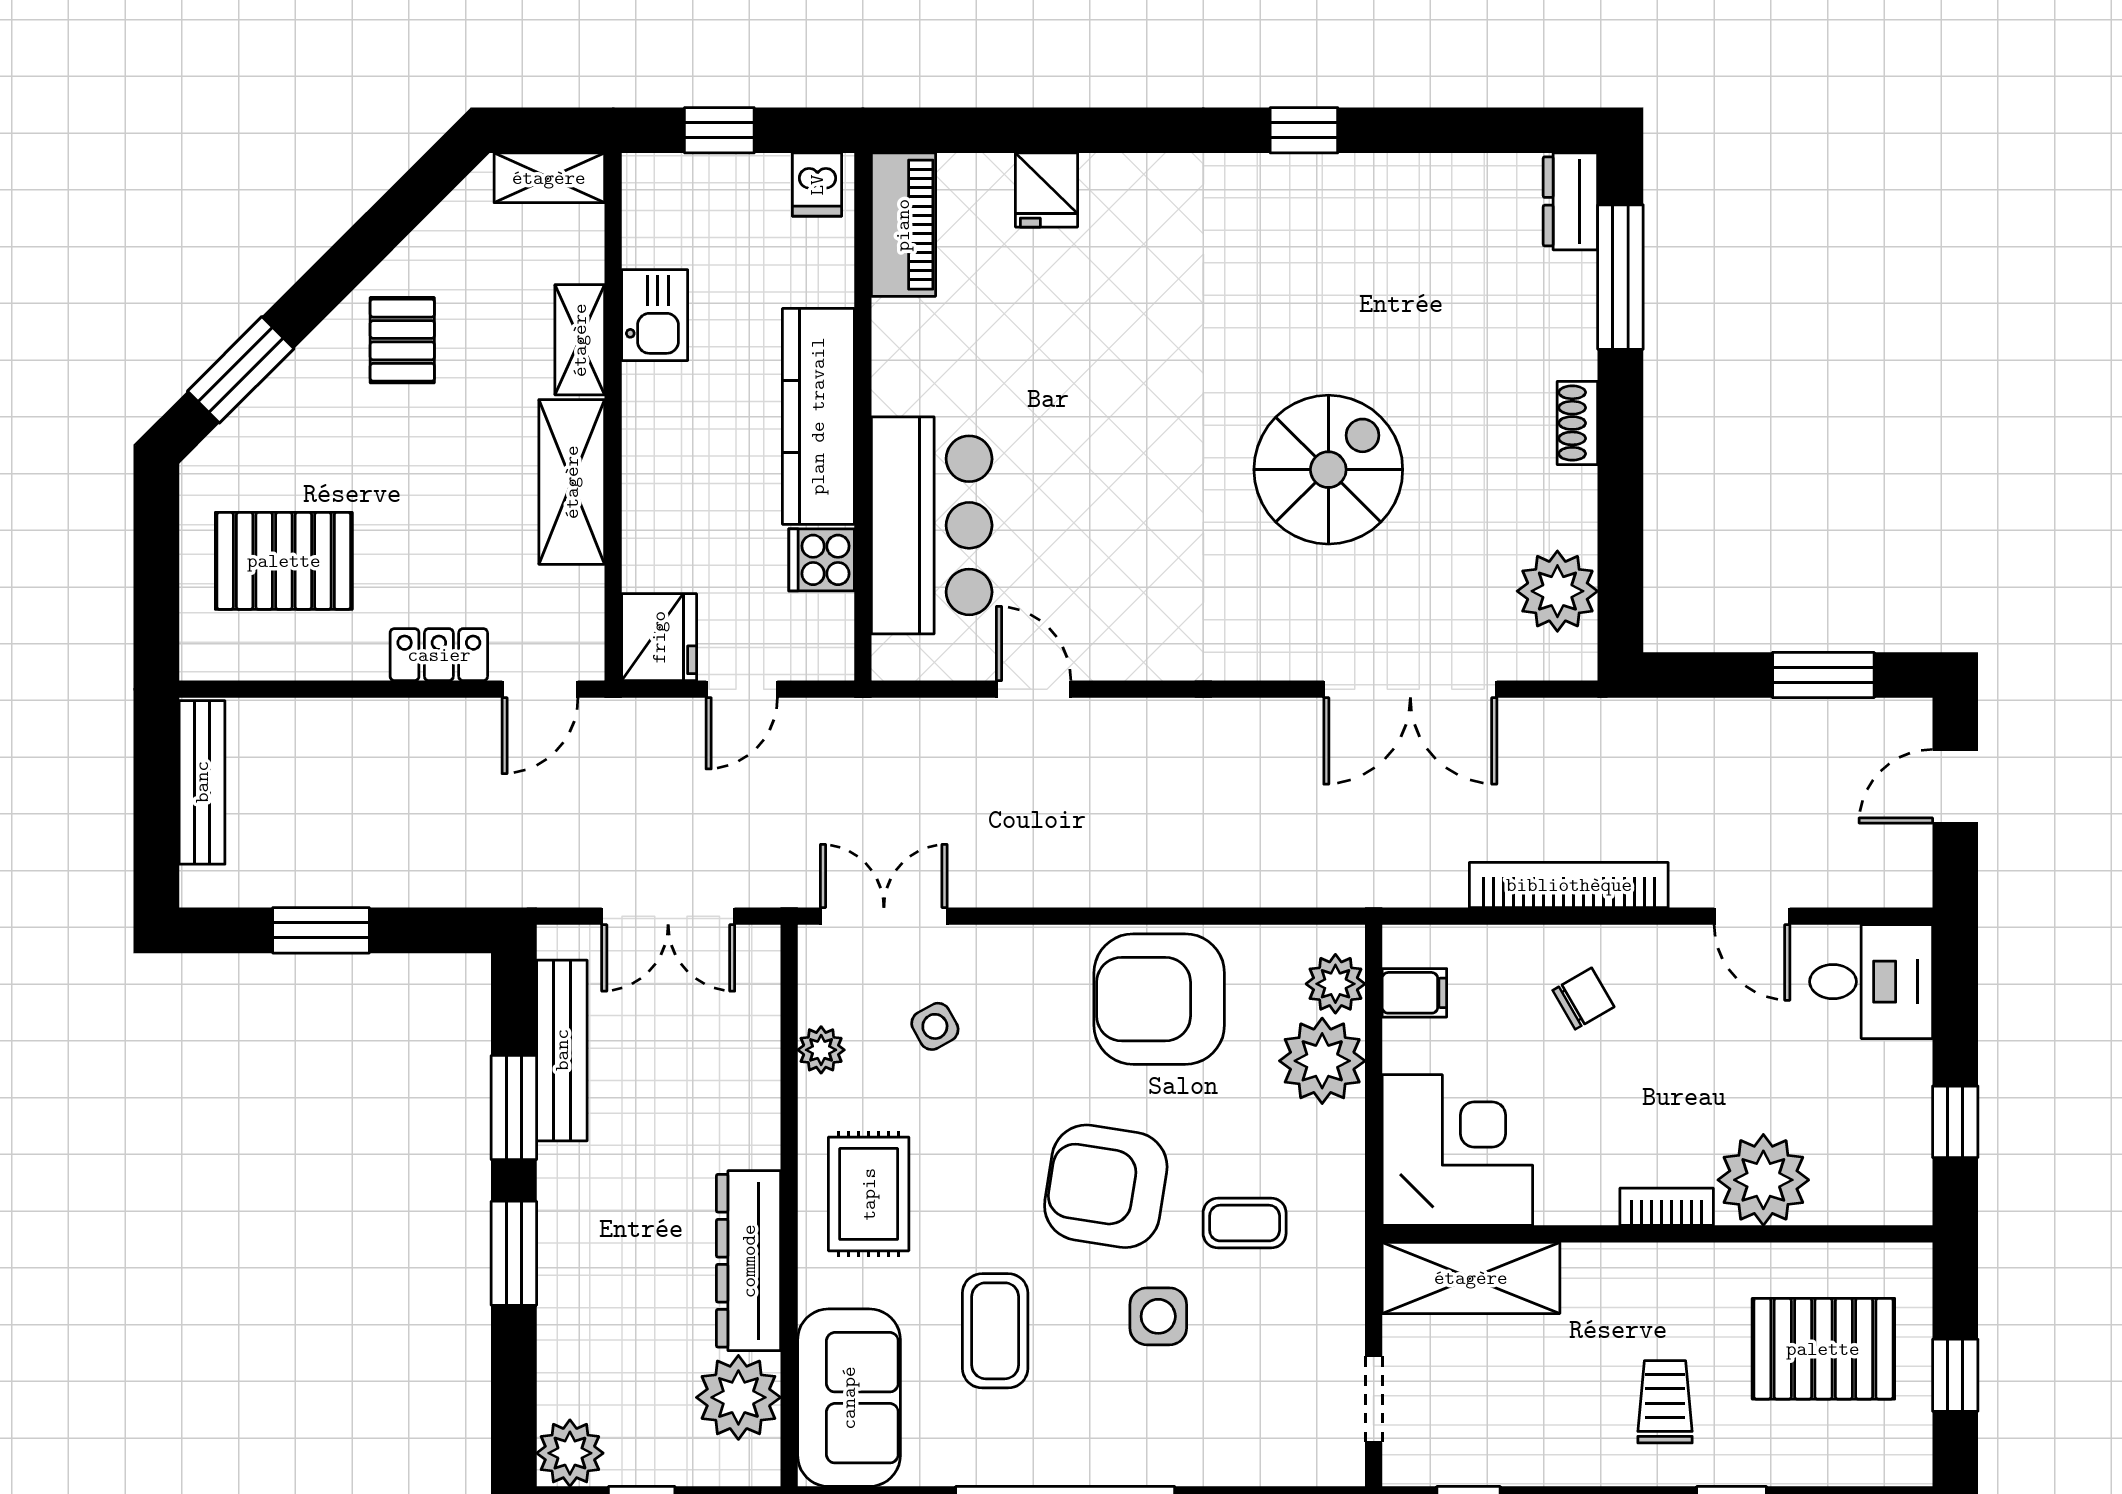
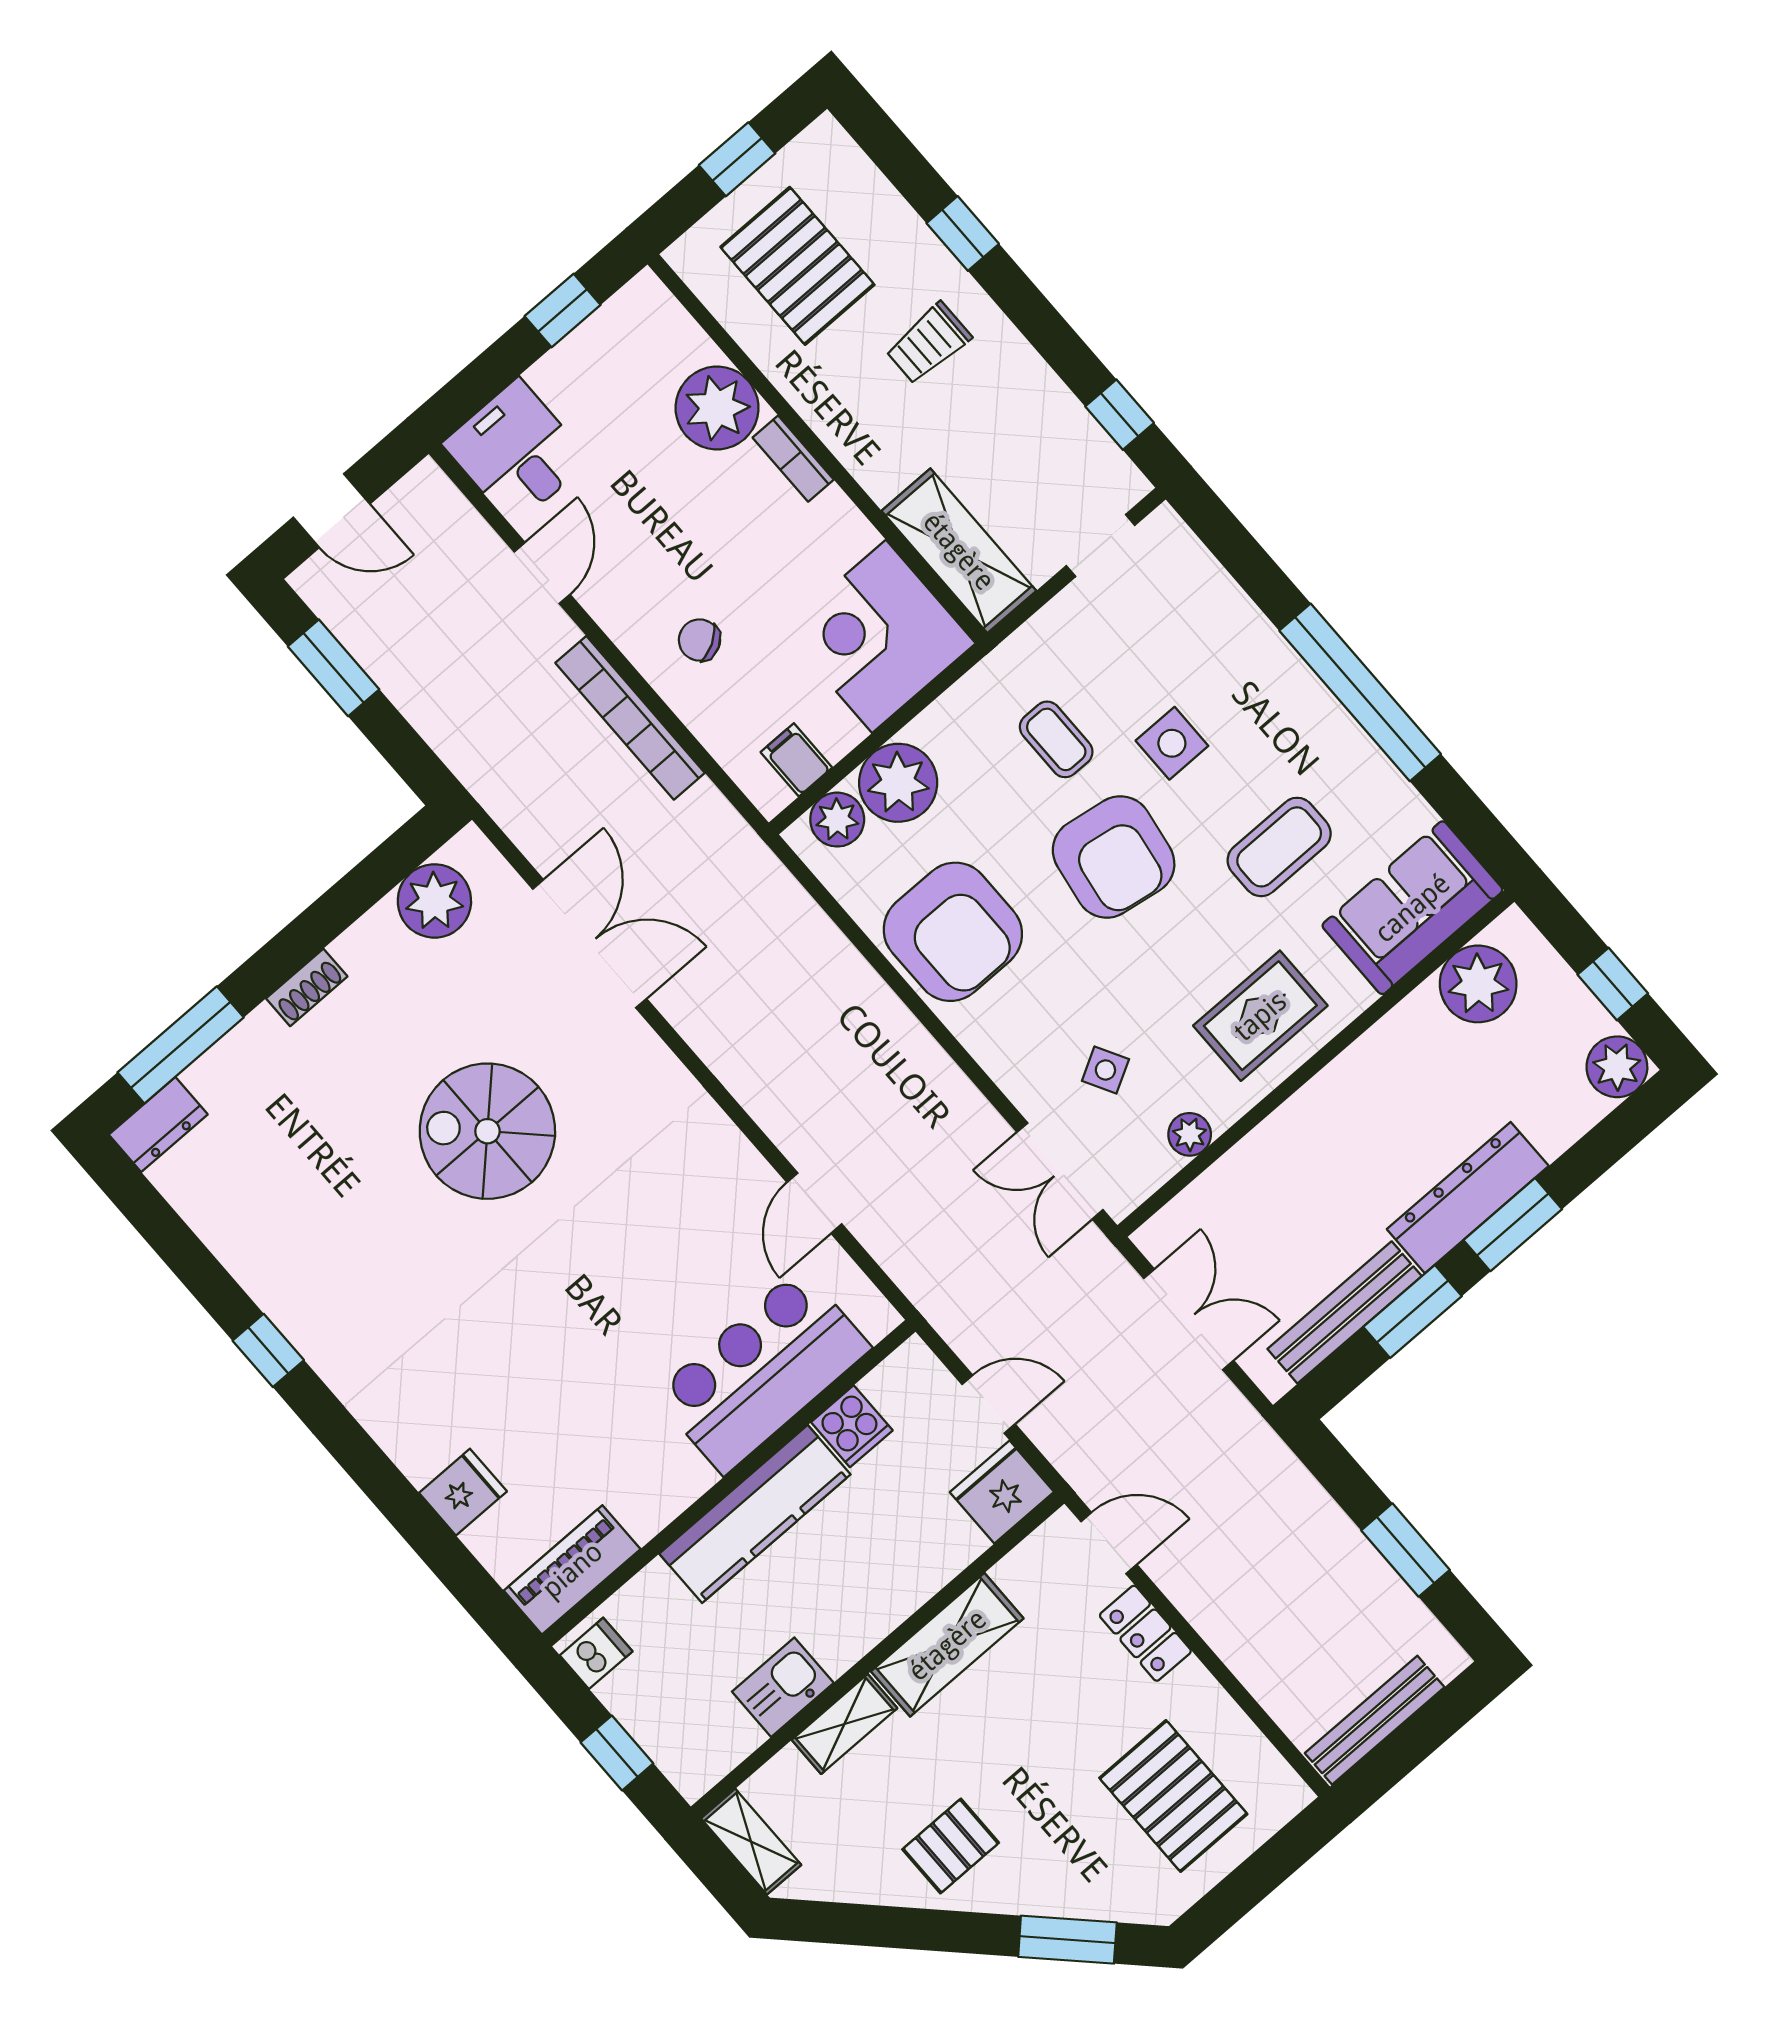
dresser: (749, 1261) -> (1468, 1198), moved, turned 180

